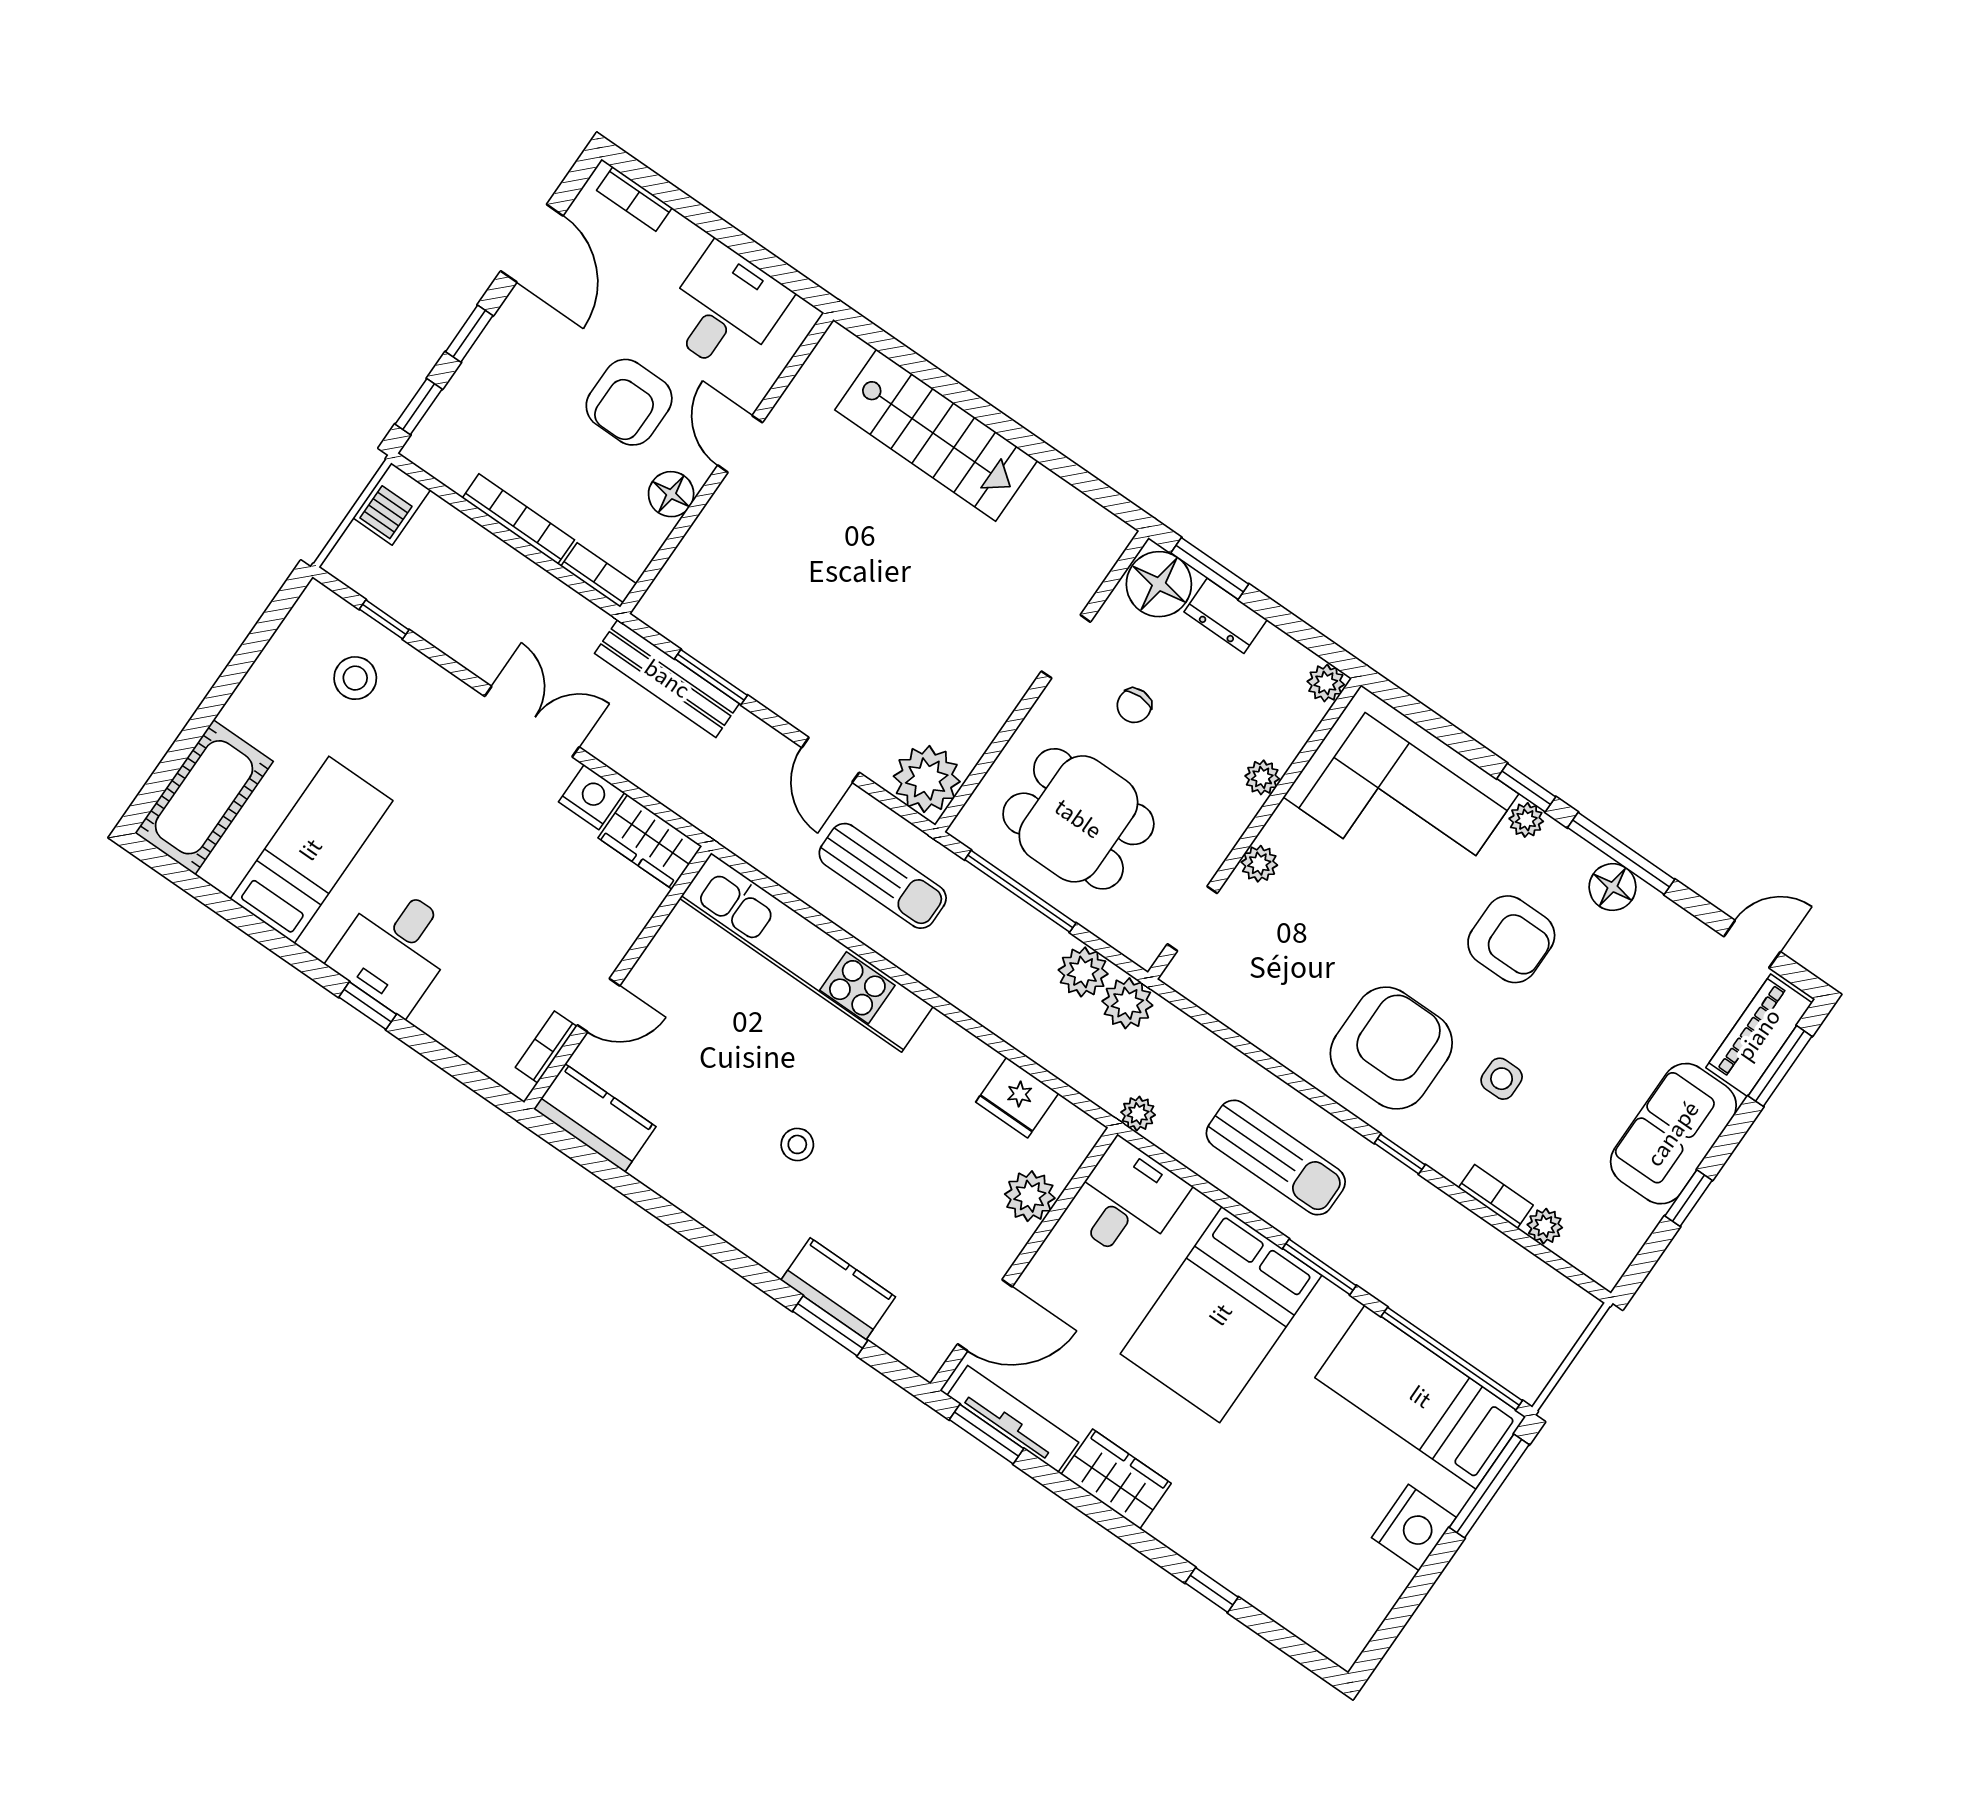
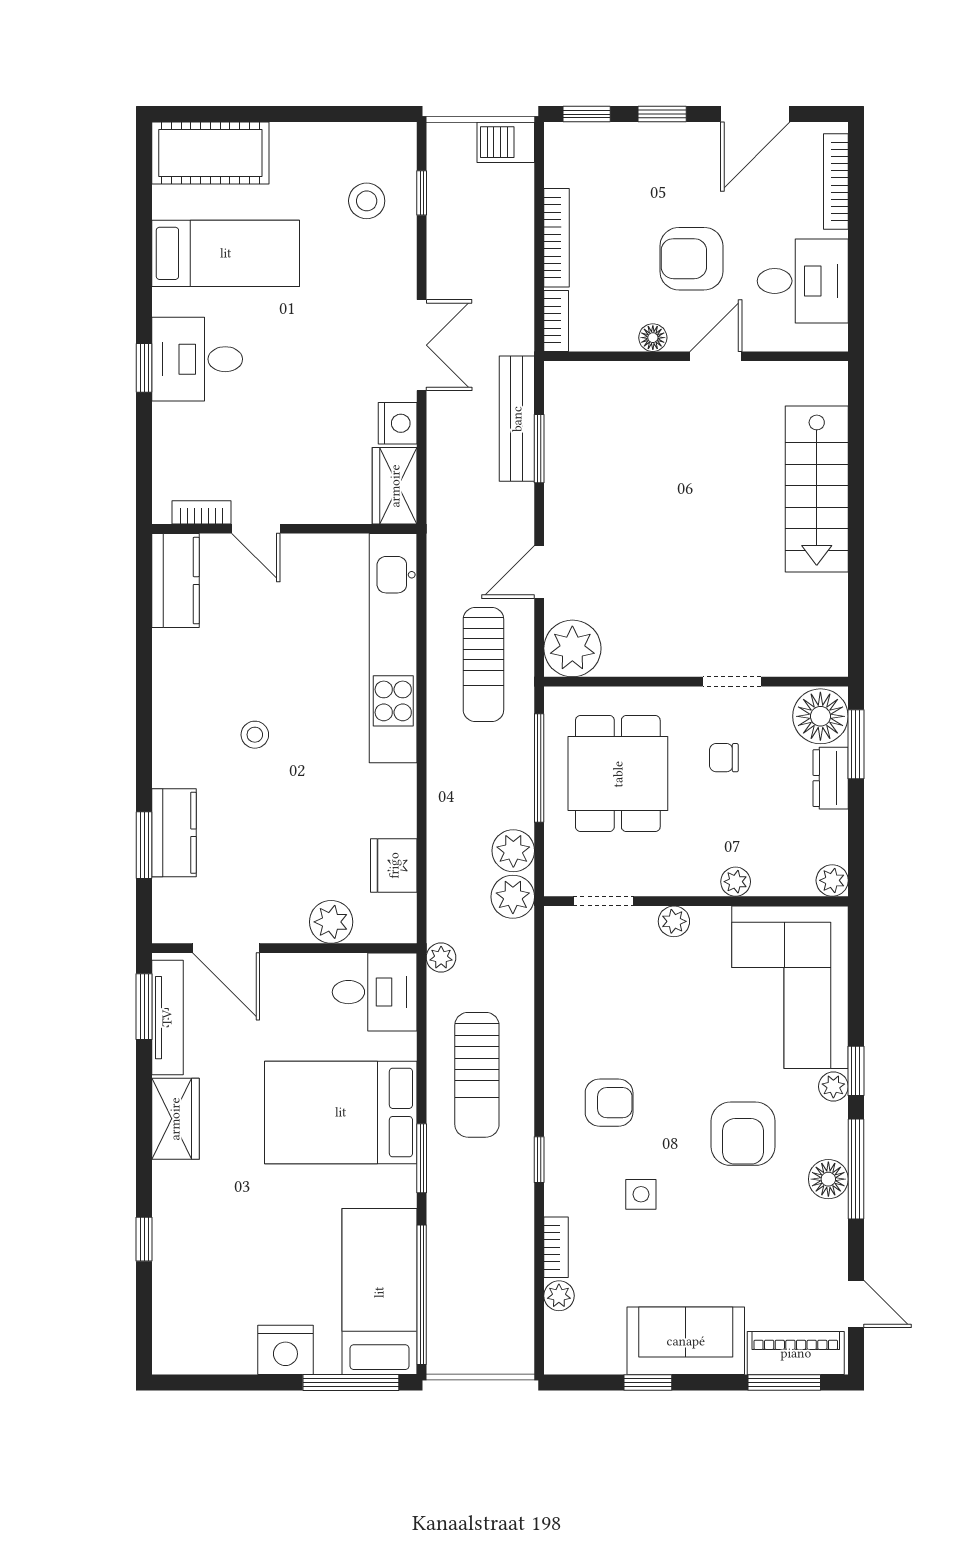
bookcase: (634, 199) -> (836, 181), width x1.56
floor lamp: (671, 494) -> (653, 338), width x0.73, depth x0.73
armchair: (1391, 1048) -> (609, 1103), width x0.53, depth x0.53

